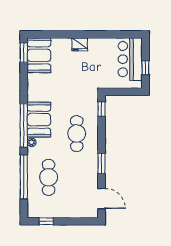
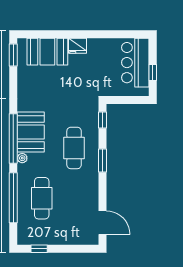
booth: (39, 55) -> (47, 52), moved, turned 90
window: (101, 164) -> (102, 160), moved

